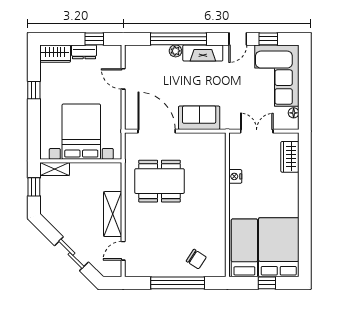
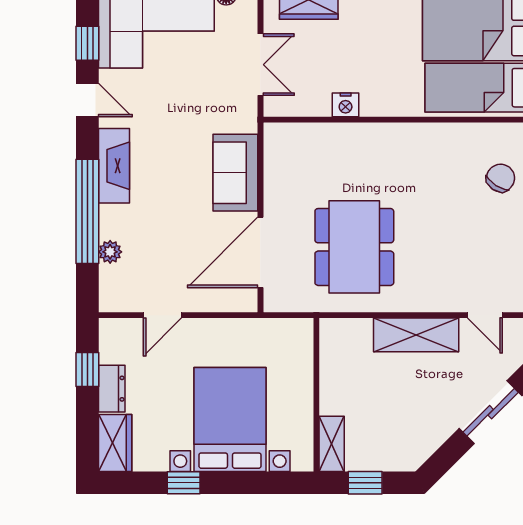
plant: (176, 51) -> (110, 252), moved
double door: (257, 131) -> (260, 65), swing flipped
bed with nightstands: (81, 132) -> (230, 419), moved, turned 90

